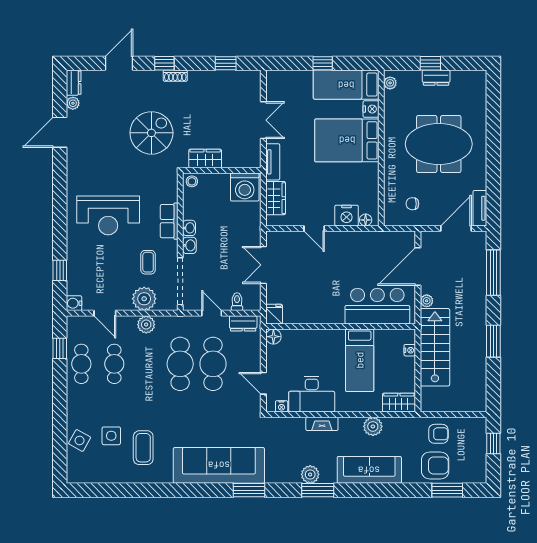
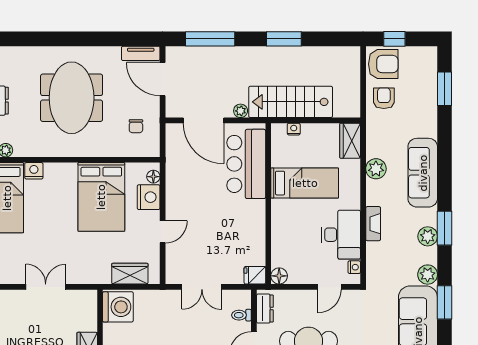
bed: (347, 140) -> (101, 197), moved
tv unit: (273, 162) -> (91, 277), removed
armchair: (435, 465) -> (383, 64), moved, turned 90
plant: (275, 474) -> (428, 275), added

